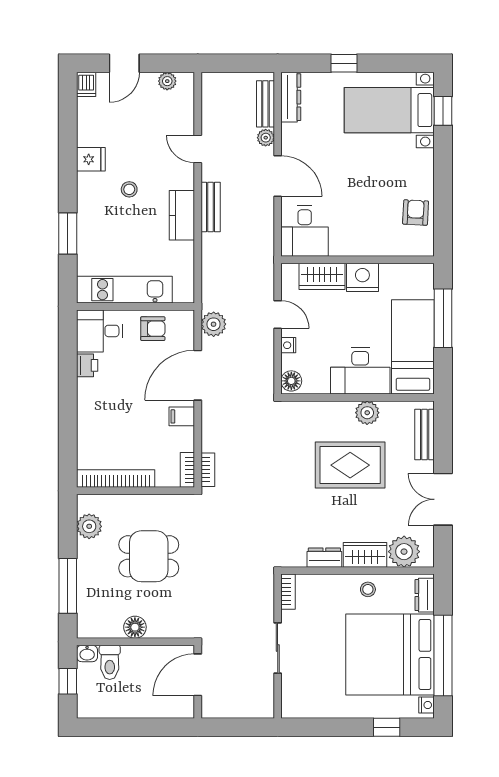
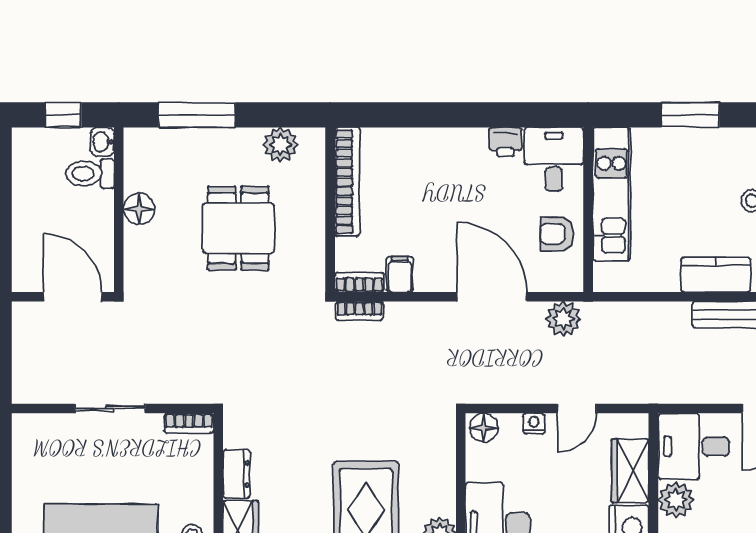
plant: (343, 244) -> (676, 500), added
armchair: (153, 329) -> (557, 234), turned 90
filing cabinet: (182, 416) -> (400, 274), moved

